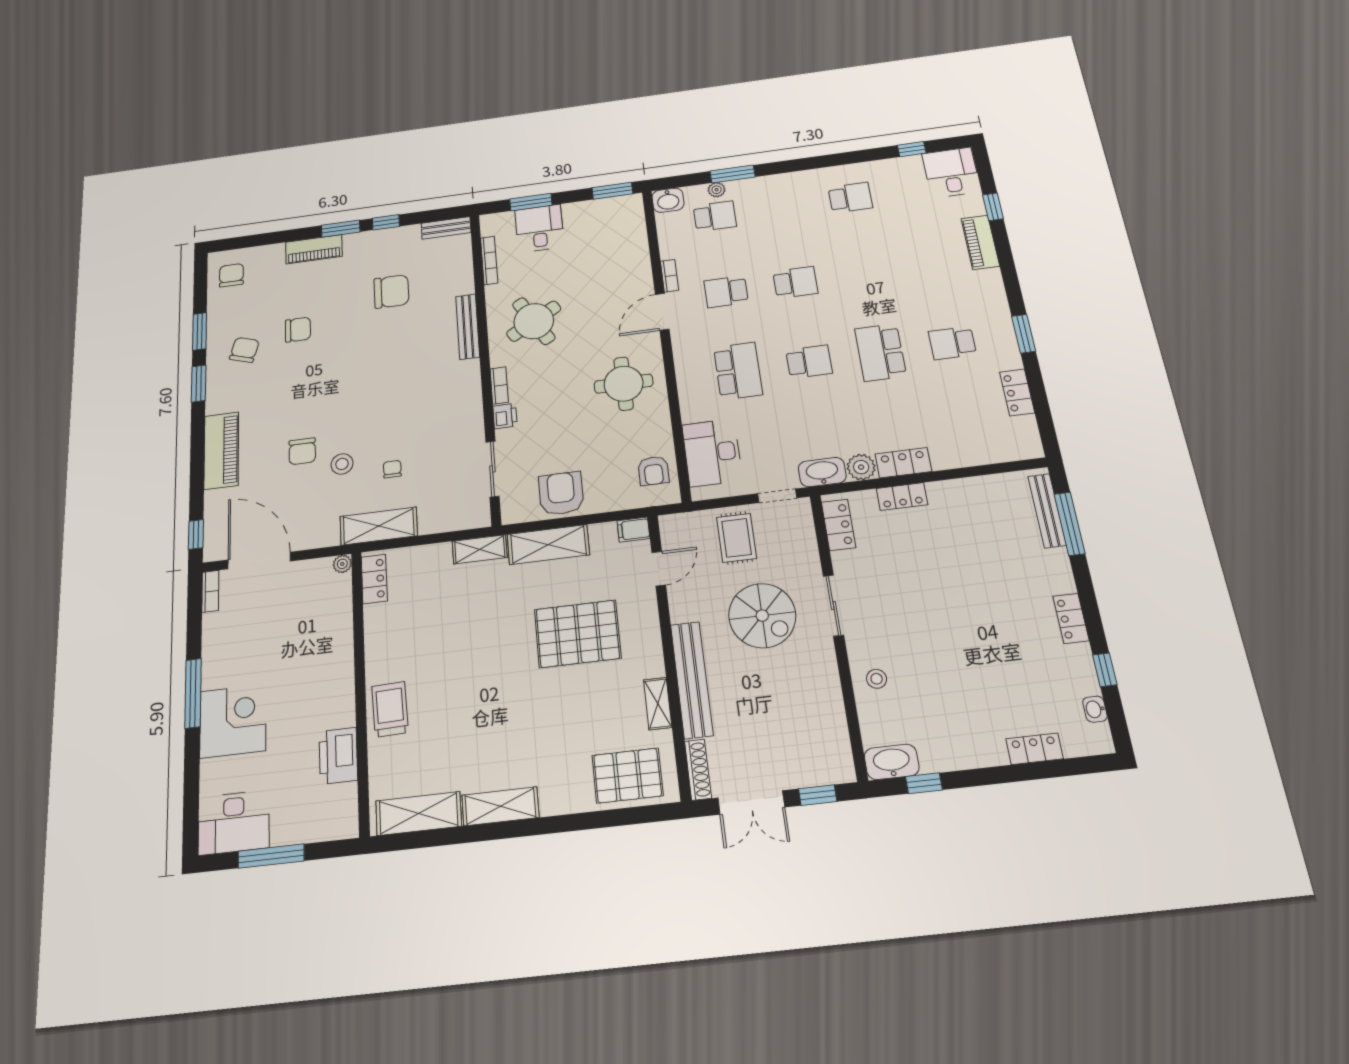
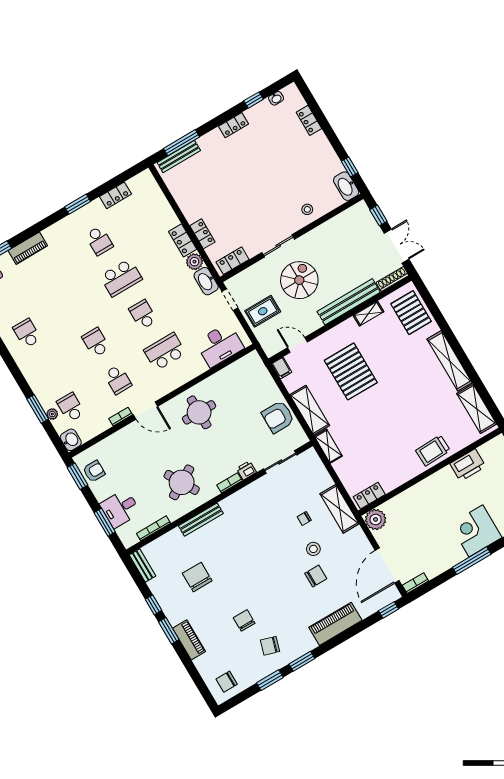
armchair: (653, 471) -> (94, 471), moved
plant: (342, 564) -> (376, 519), width x1.88, depth x1.88
shelving: (500, 806) -> (450, 361), width x1.47

